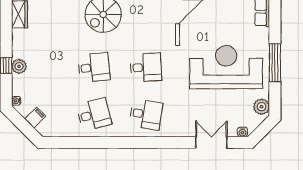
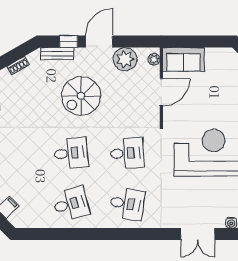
double door: (211, 142) -> (198, 234), swing flipped

